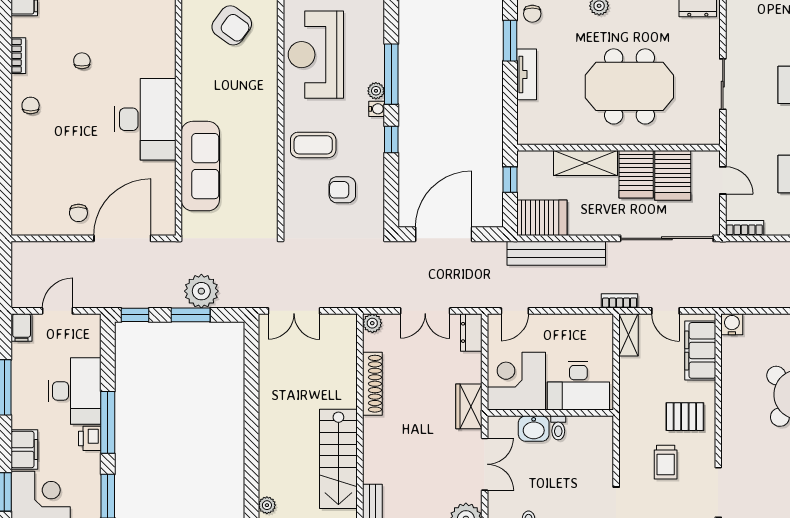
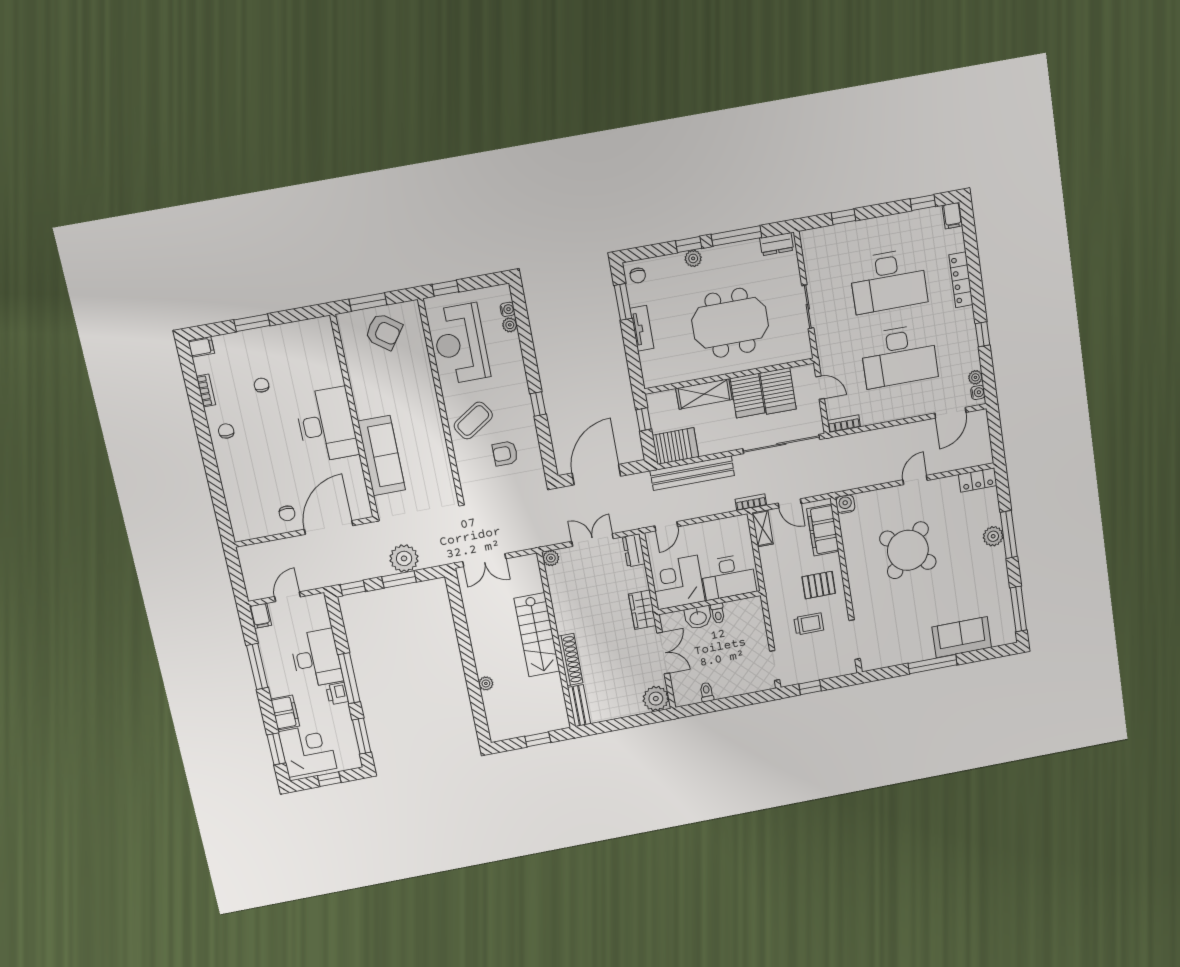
window: (391, 74) -> (528, 349), removed
plant: (376, 91) -> (510, 325), moved
water cooler: (377, 109) -> (507, 309), moved
coffee table: (313, 145) -> (473, 420), turned -33
double door: (425, 311) -> (593, 540), swing flipped
shoe rack: (372, 384) -> (570, 660), moved
stairs: (338, 459) -> (537, 635), moved
trolley: (666, 462) -> (809, 624), turned -90
plant: (267, 505) -> (486, 683), moved

